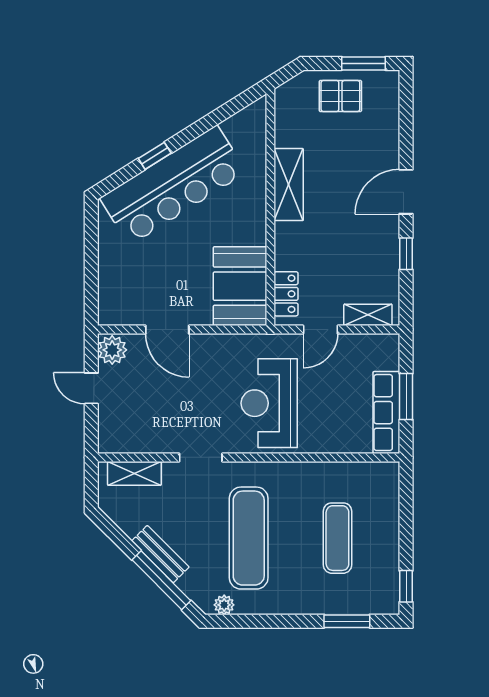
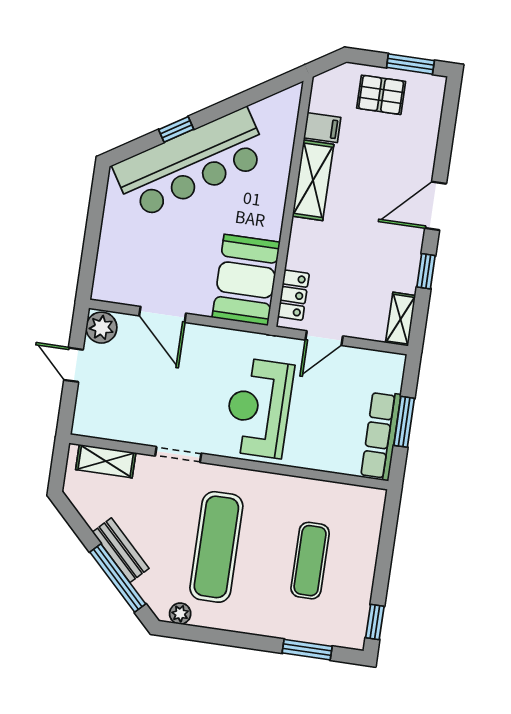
filing cabinet: (290, 134) -> (322, 128), added
shelving: (368, 315) -> (401, 319), moved, turned 90

